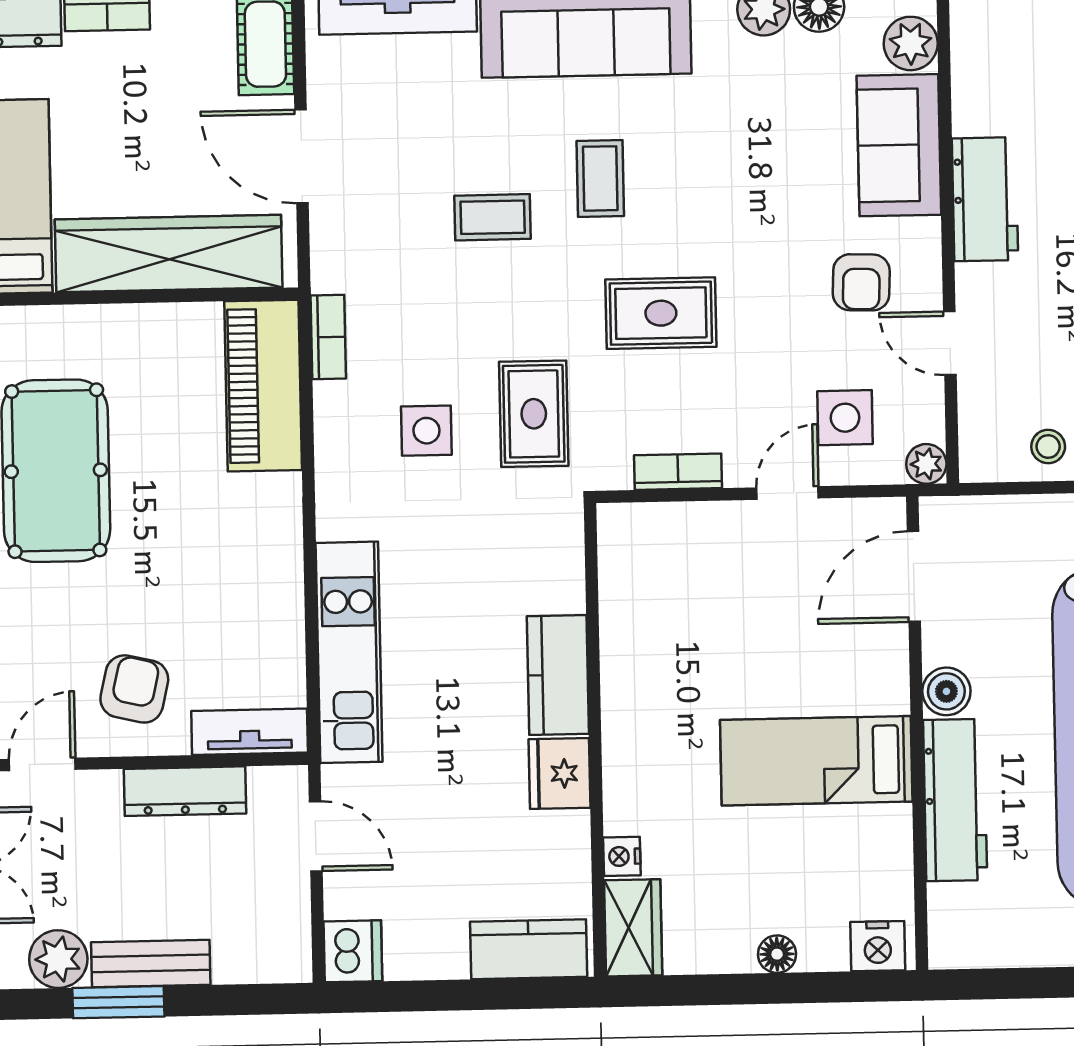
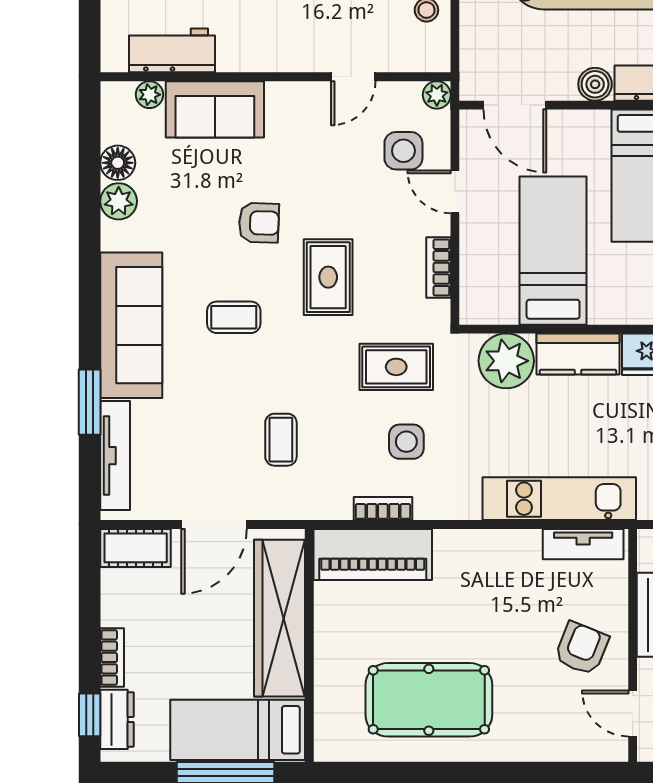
plant: (911, 43) -> (150, 95), width x0.73, depth x0.73
workbench: (985, 199) -> (172, 50), moved
coffee table: (493, 217) -> (281, 440), moved
armchair: (861, 282) -> (259, 223), moved
bookcase: (328, 337) -> (383, 509), moved
plant: (546, 572) -> (506, 361), added
bed: (706, 636) -> (553, 251), added
armchair: (134, 689) -> (582, 648), turned 99
tv unit: (250, 732) -> (583, 544), moved, turned -90

